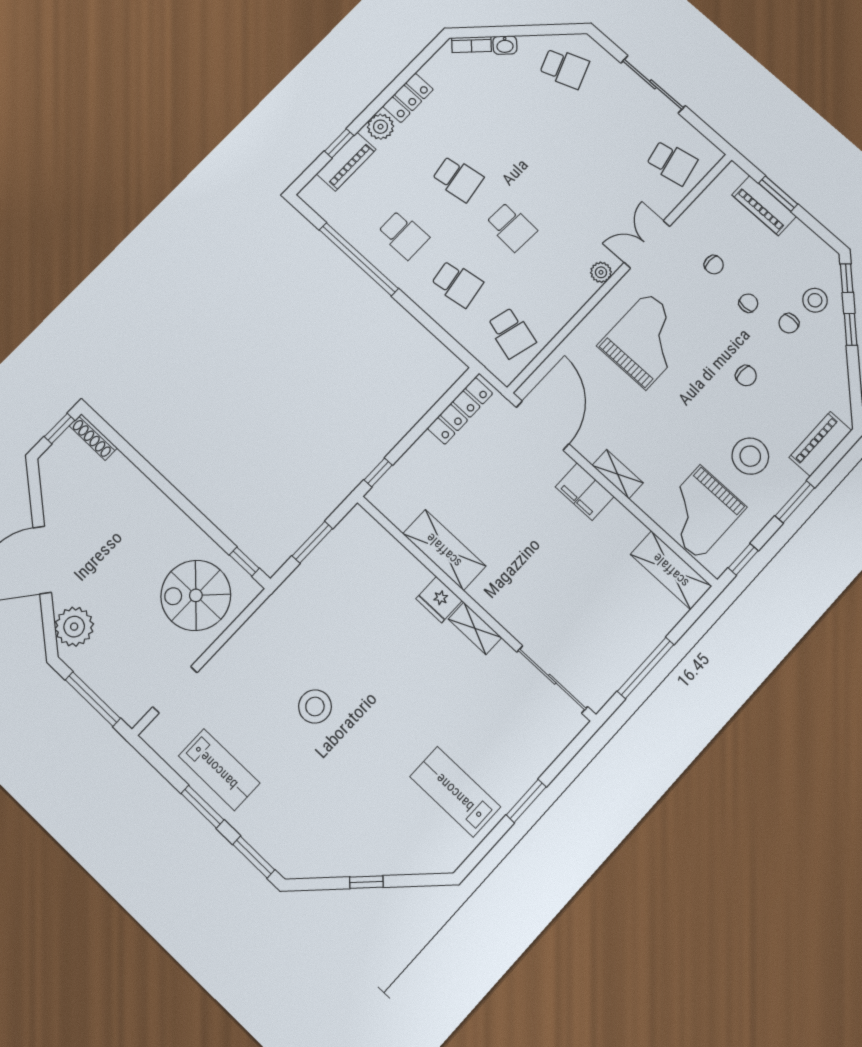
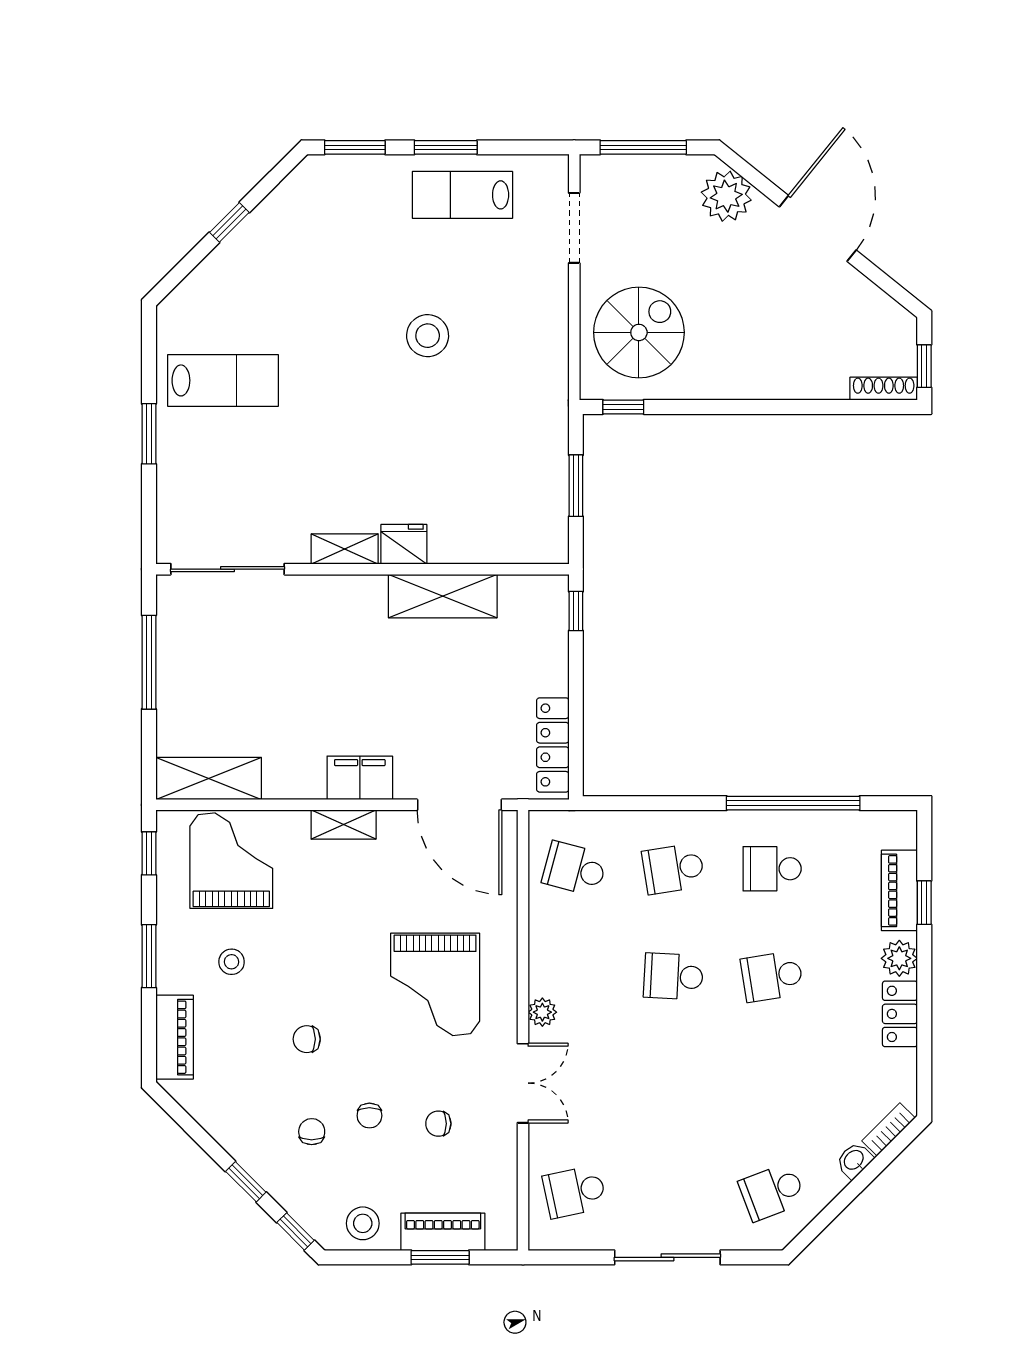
stool: (815, 300) -> (363, 1223), moved
stool: (750, 456) -> (232, 962), width x0.53, depth x0.53

